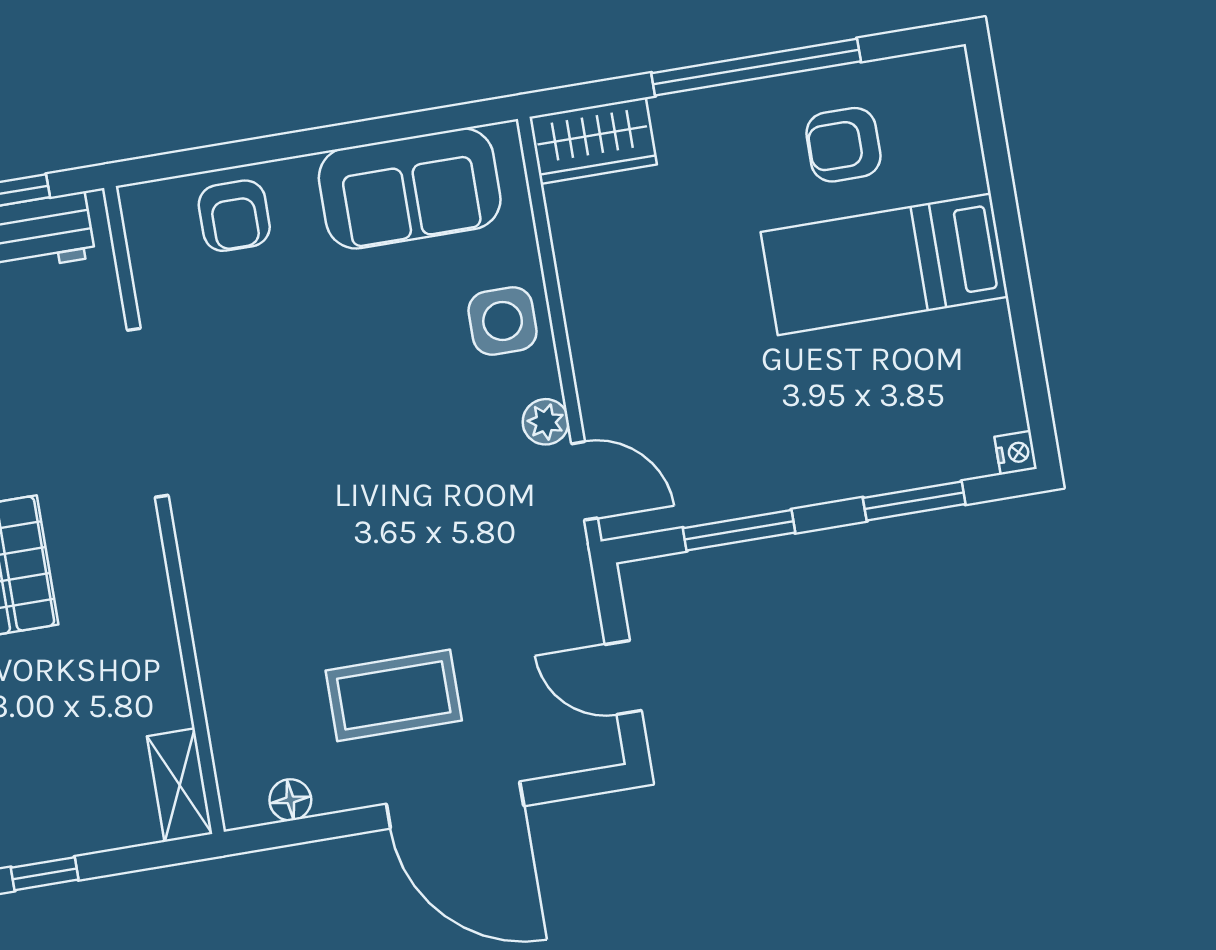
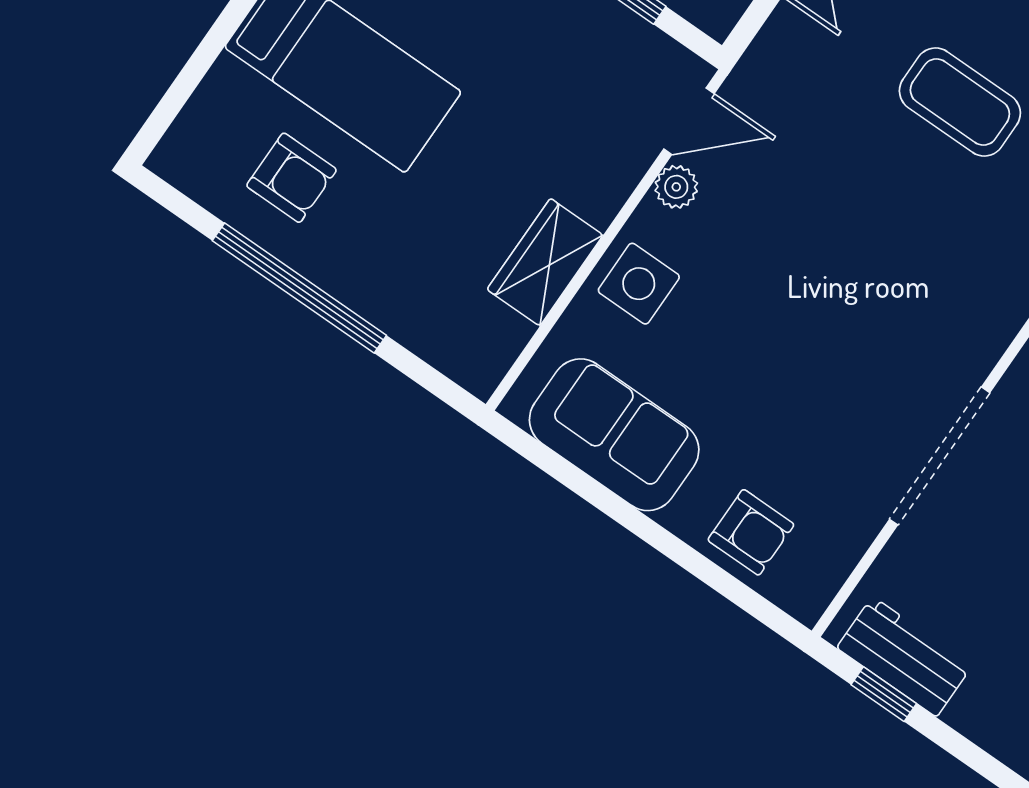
wardrobe: (593, 141) -> (545, 262), moved, turned -90
armchair: (234, 216) -> (751, 532), turned 90
door: (584, 481) -> (689, 121), swing flipped

